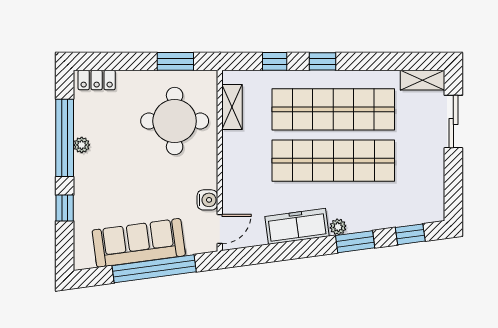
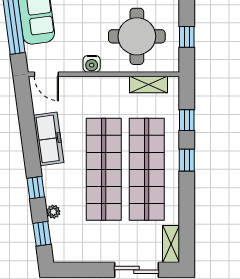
window: (175, 61) -> (187, 37), width x0.67
water cooler: (207, 200) -> (92, 64), moved
plant: (338, 227) -> (53, 212), moved
window: (355, 242) -> (36, 188), width x0.67

